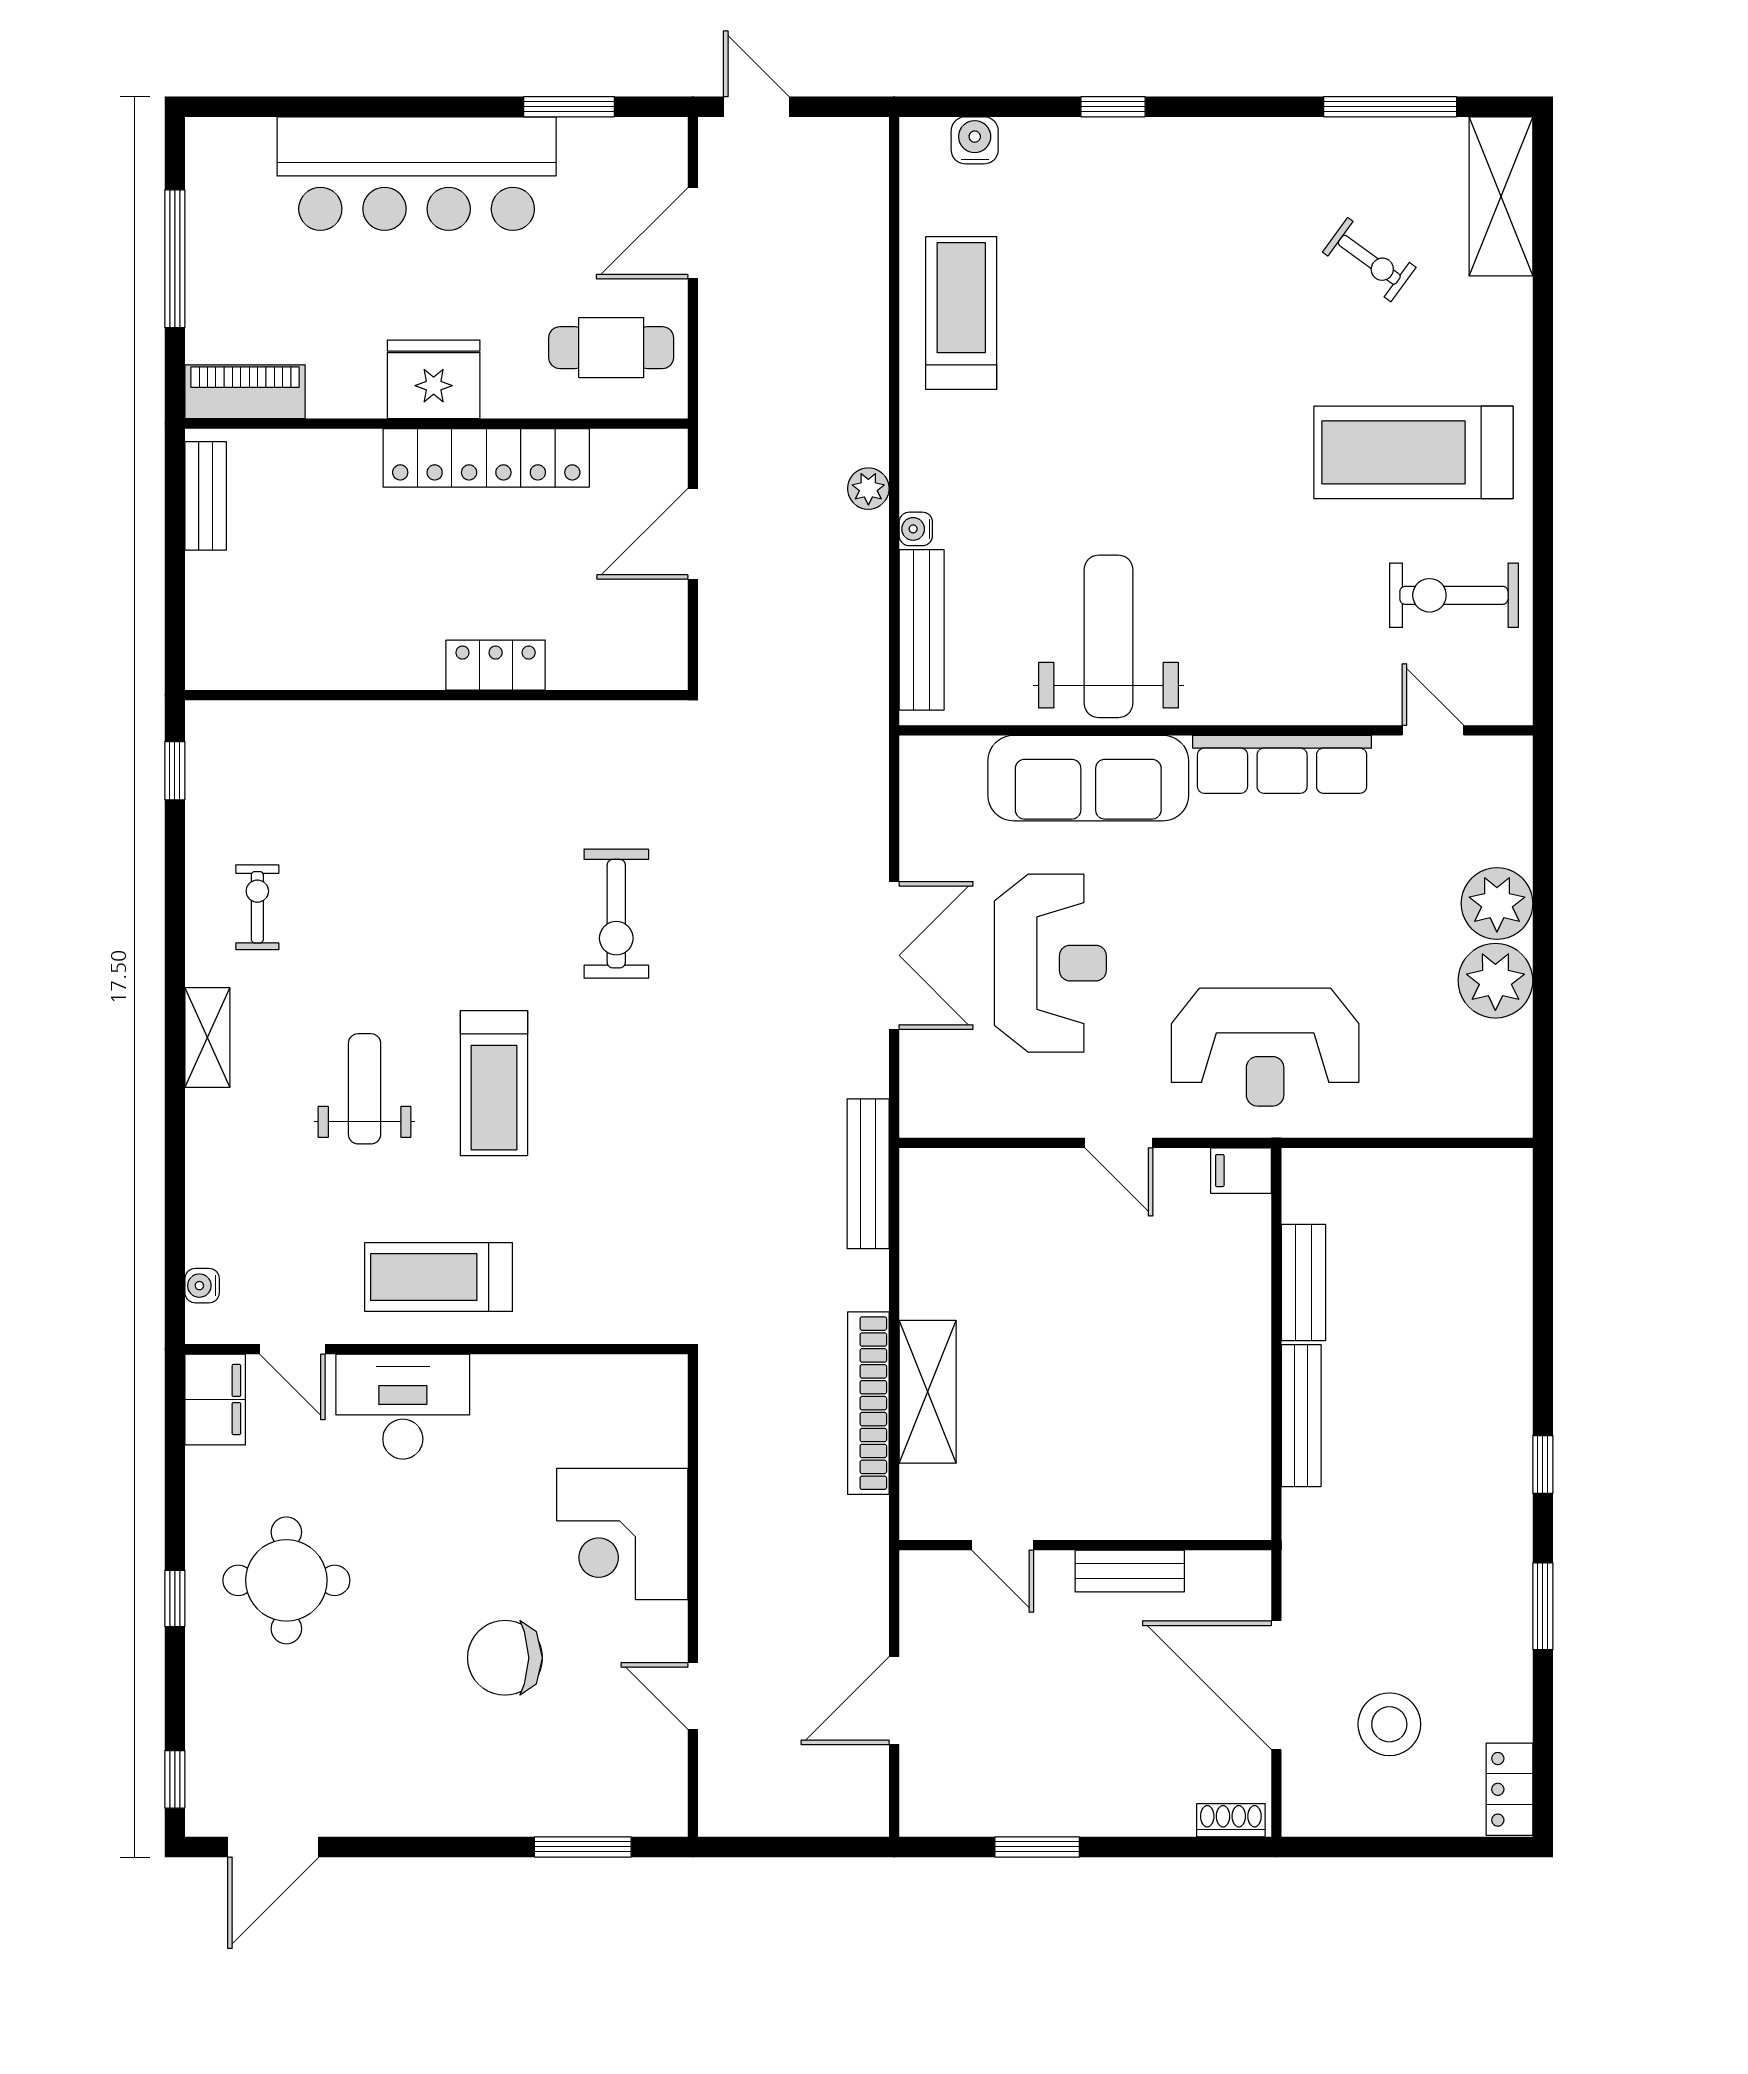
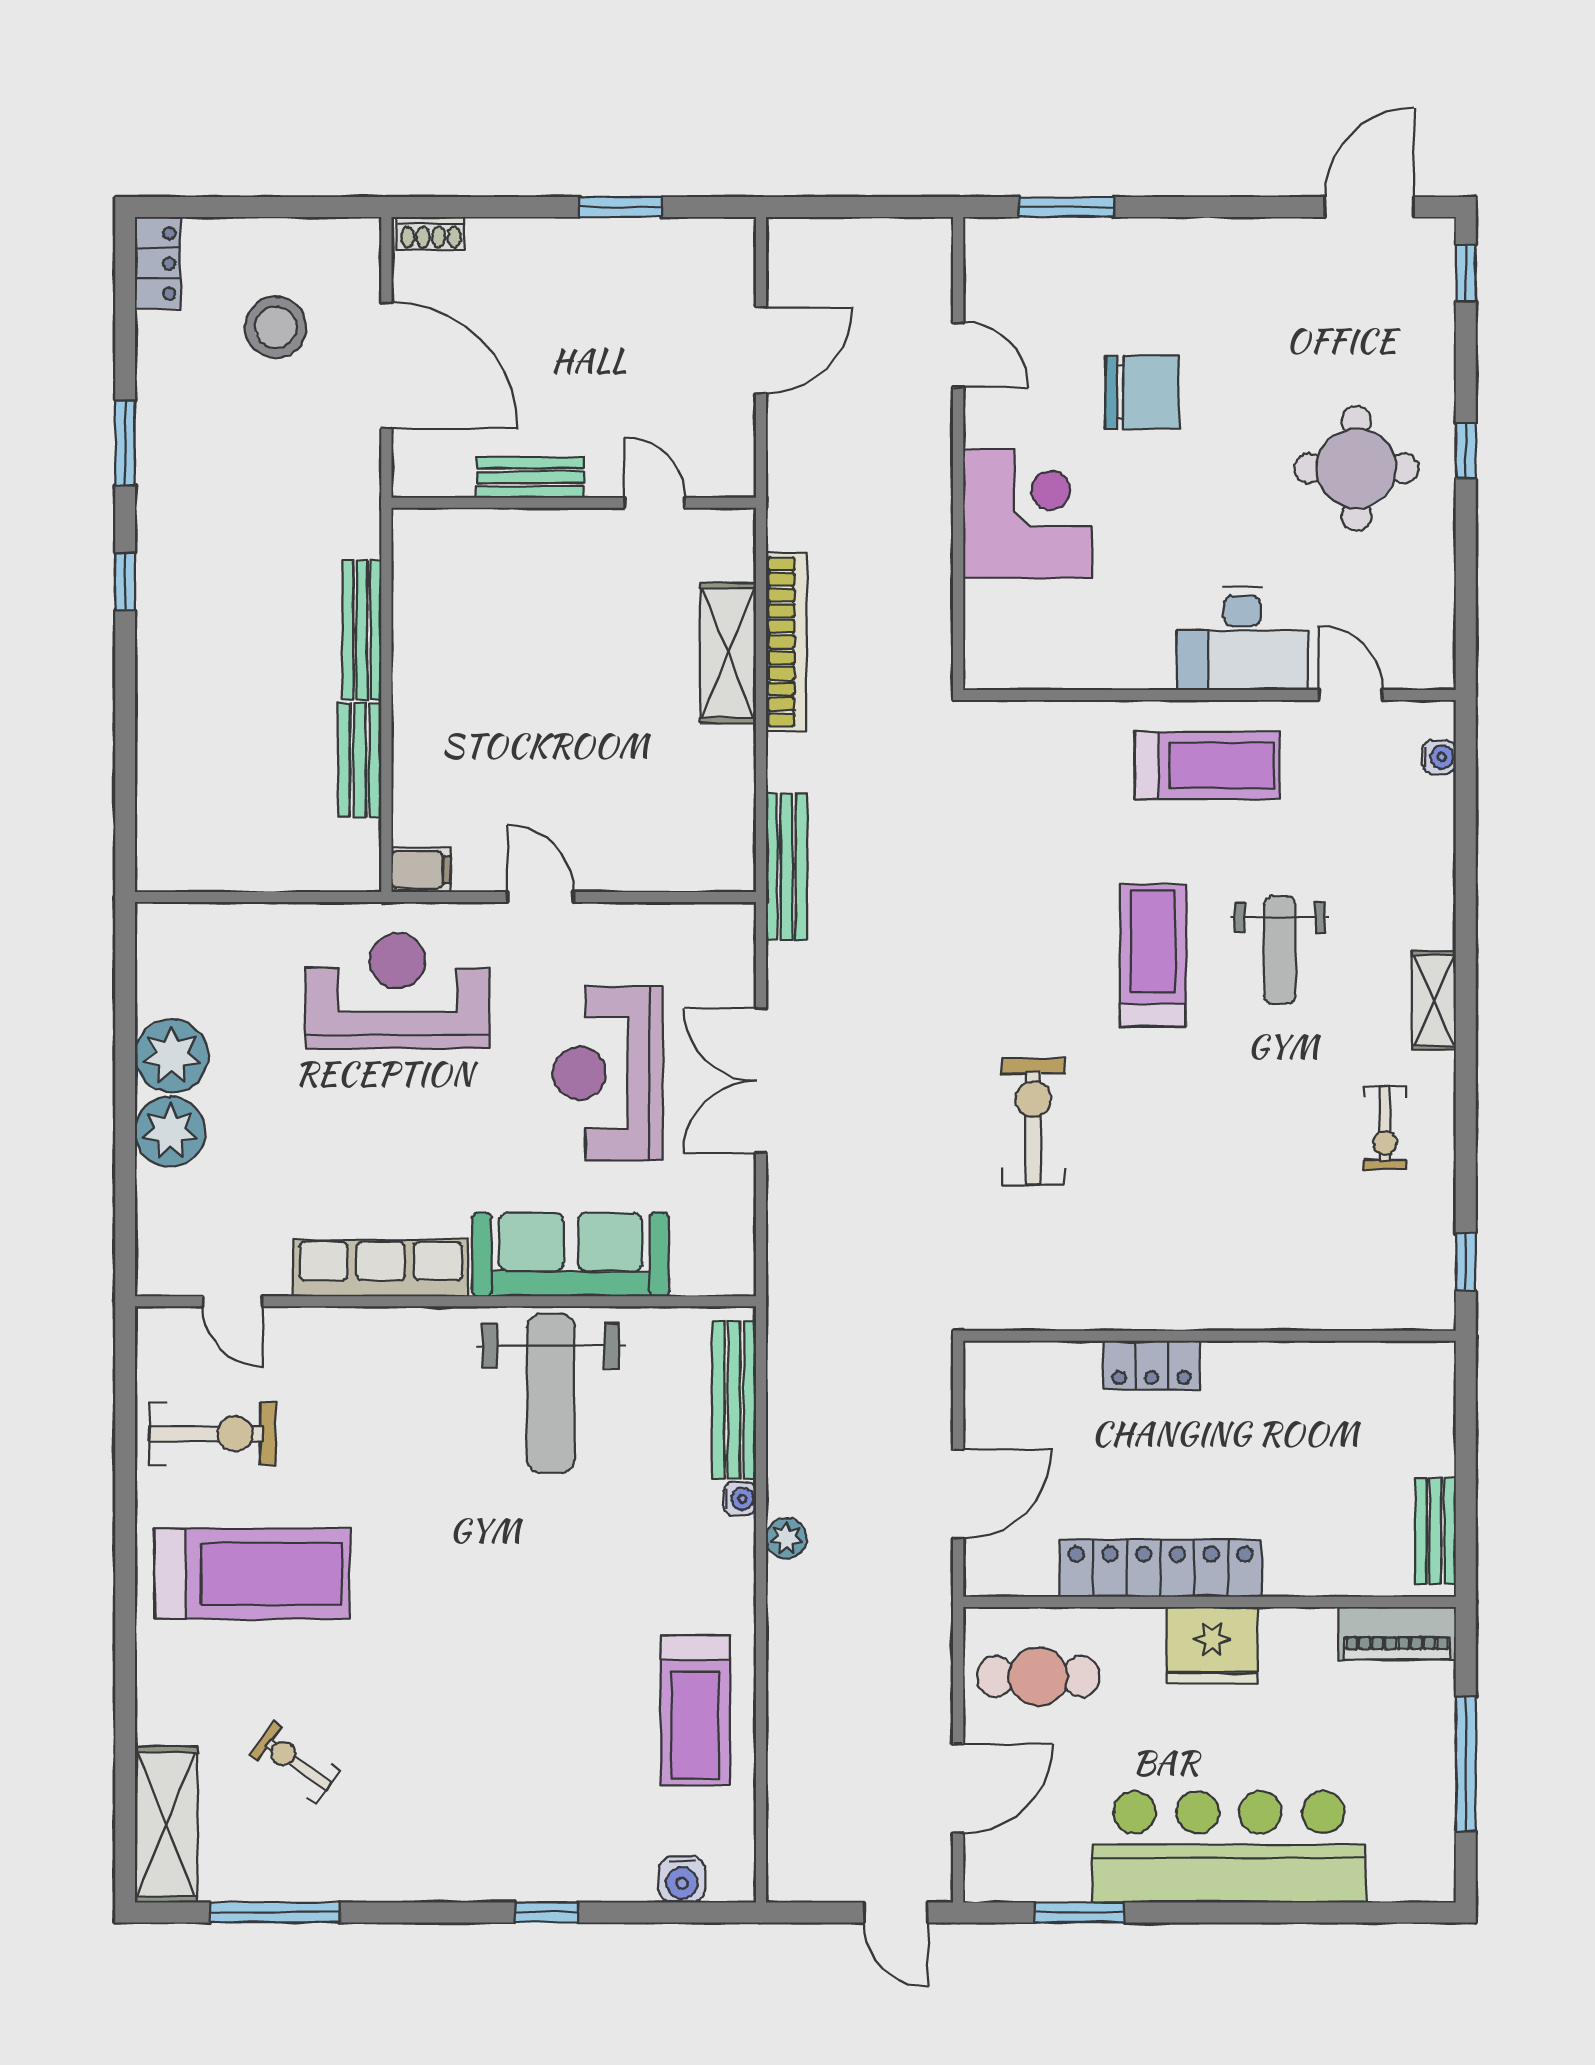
filing cabinet: (215, 1400) -> (1426, 645), removed

